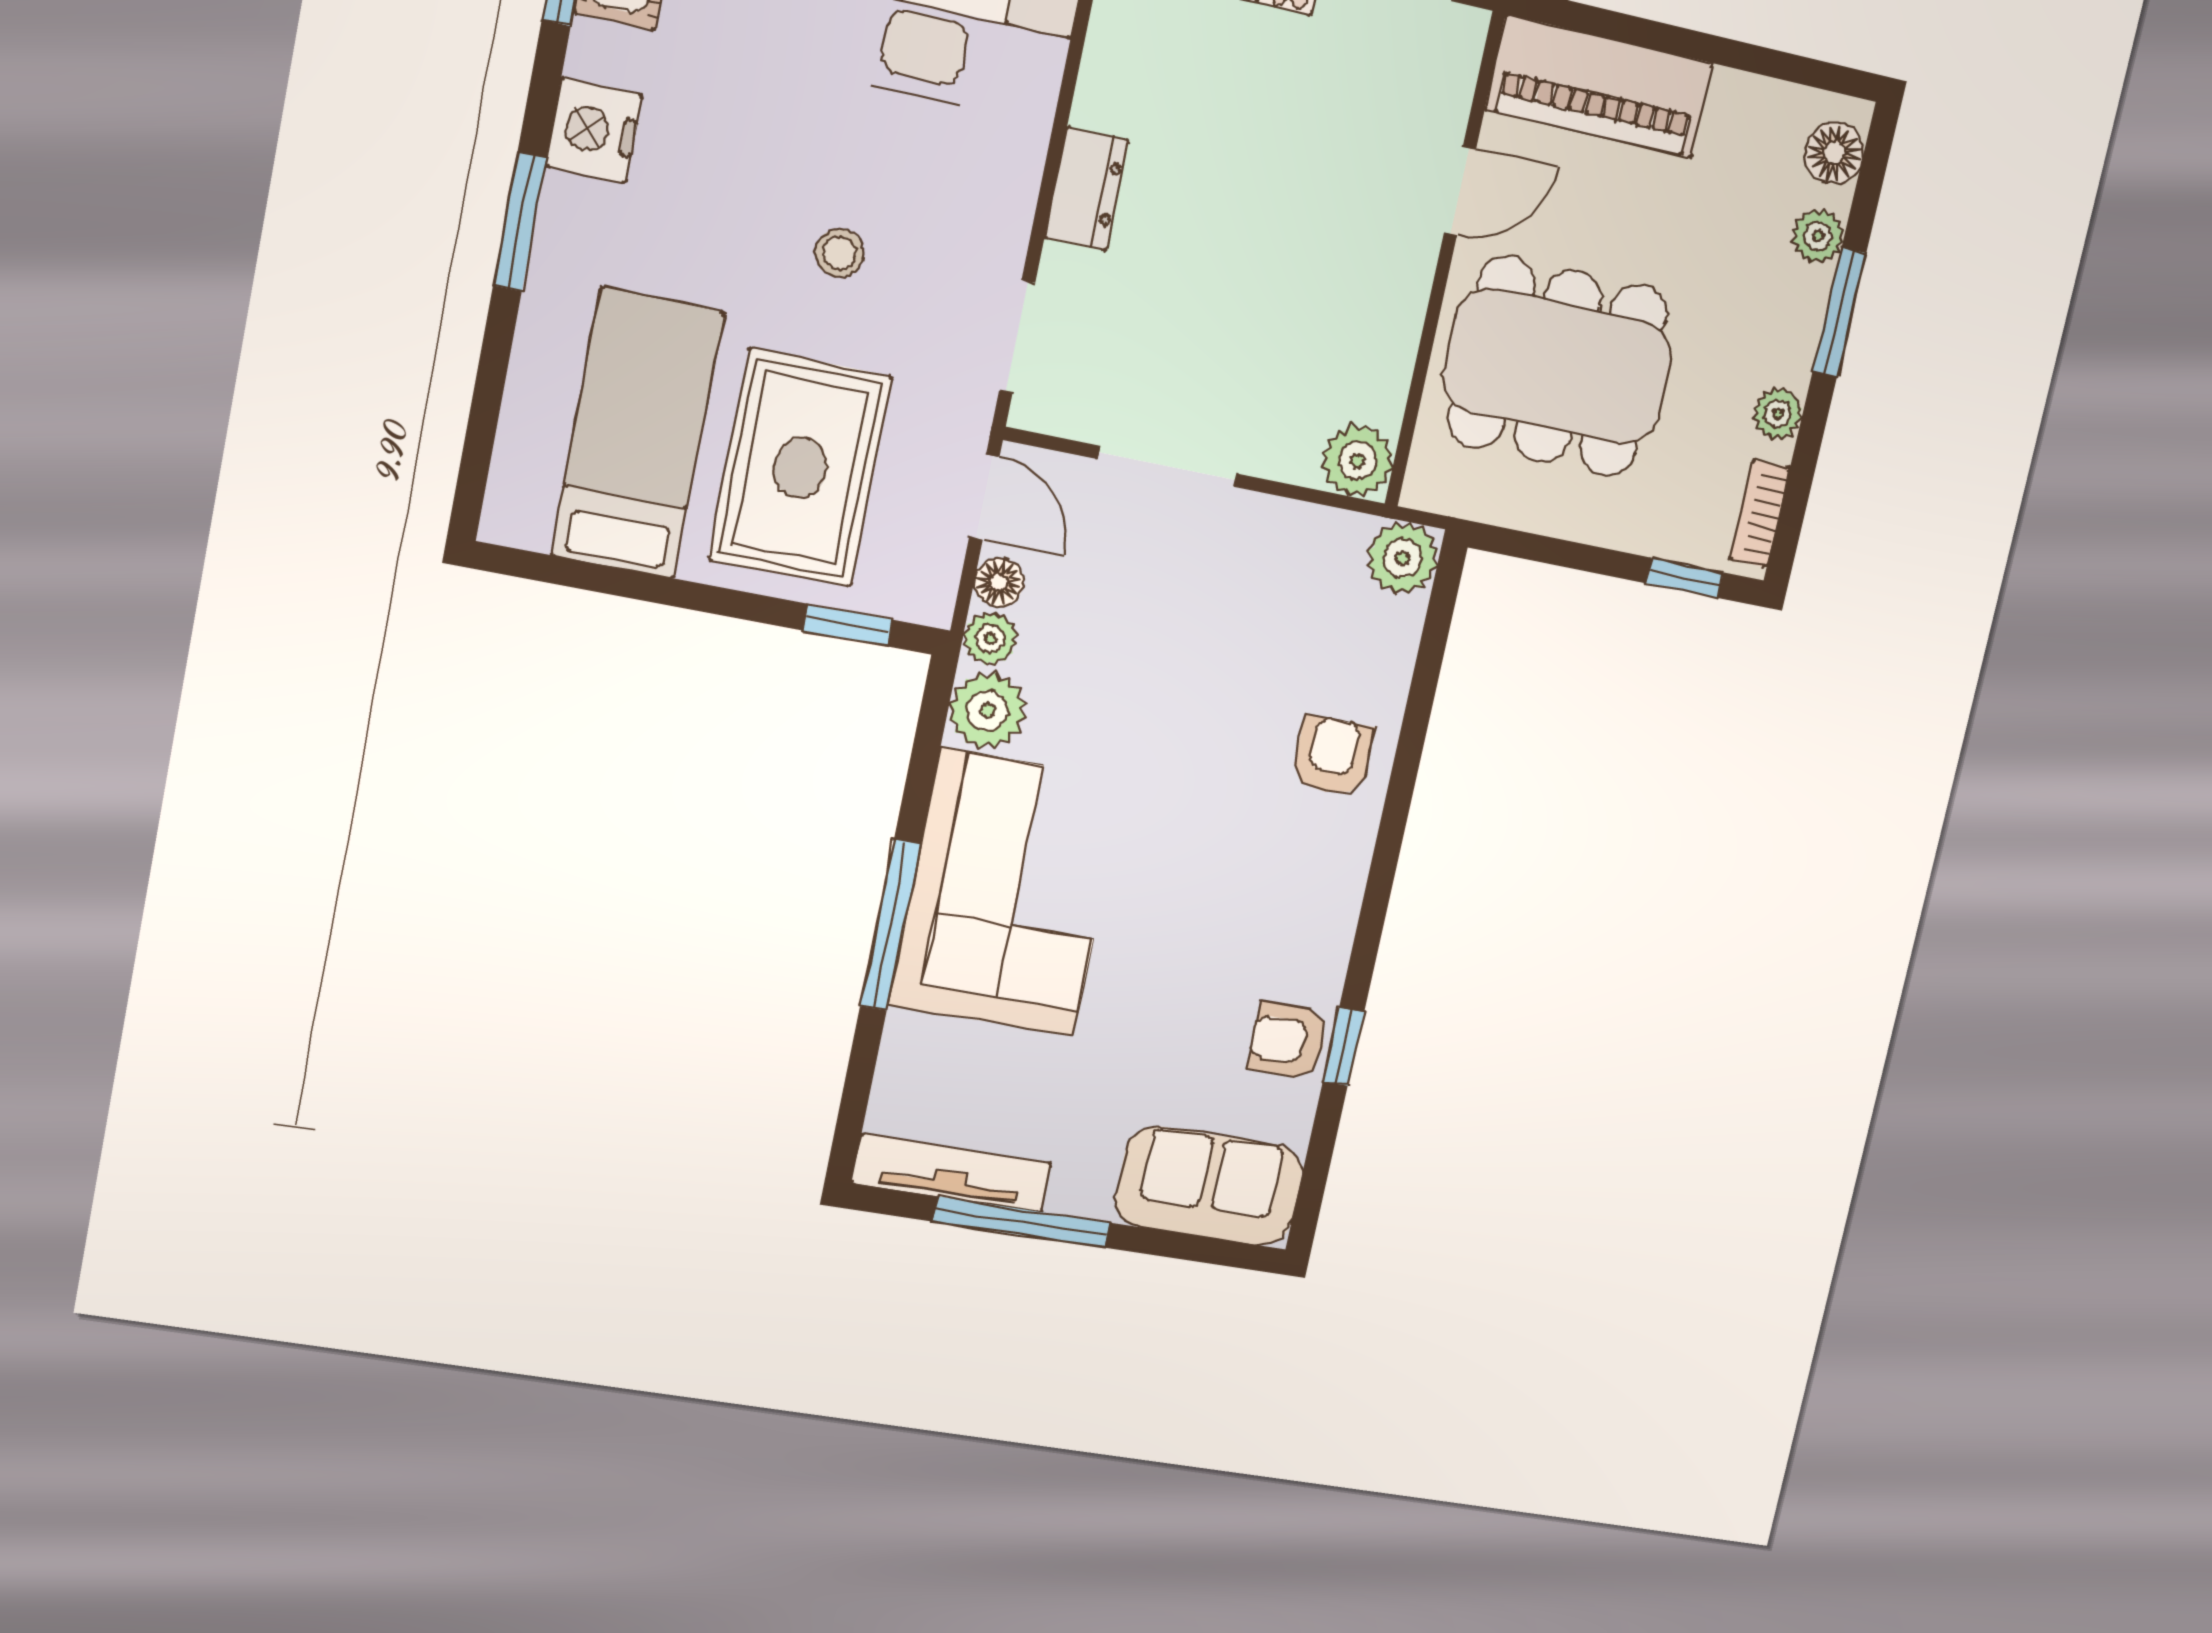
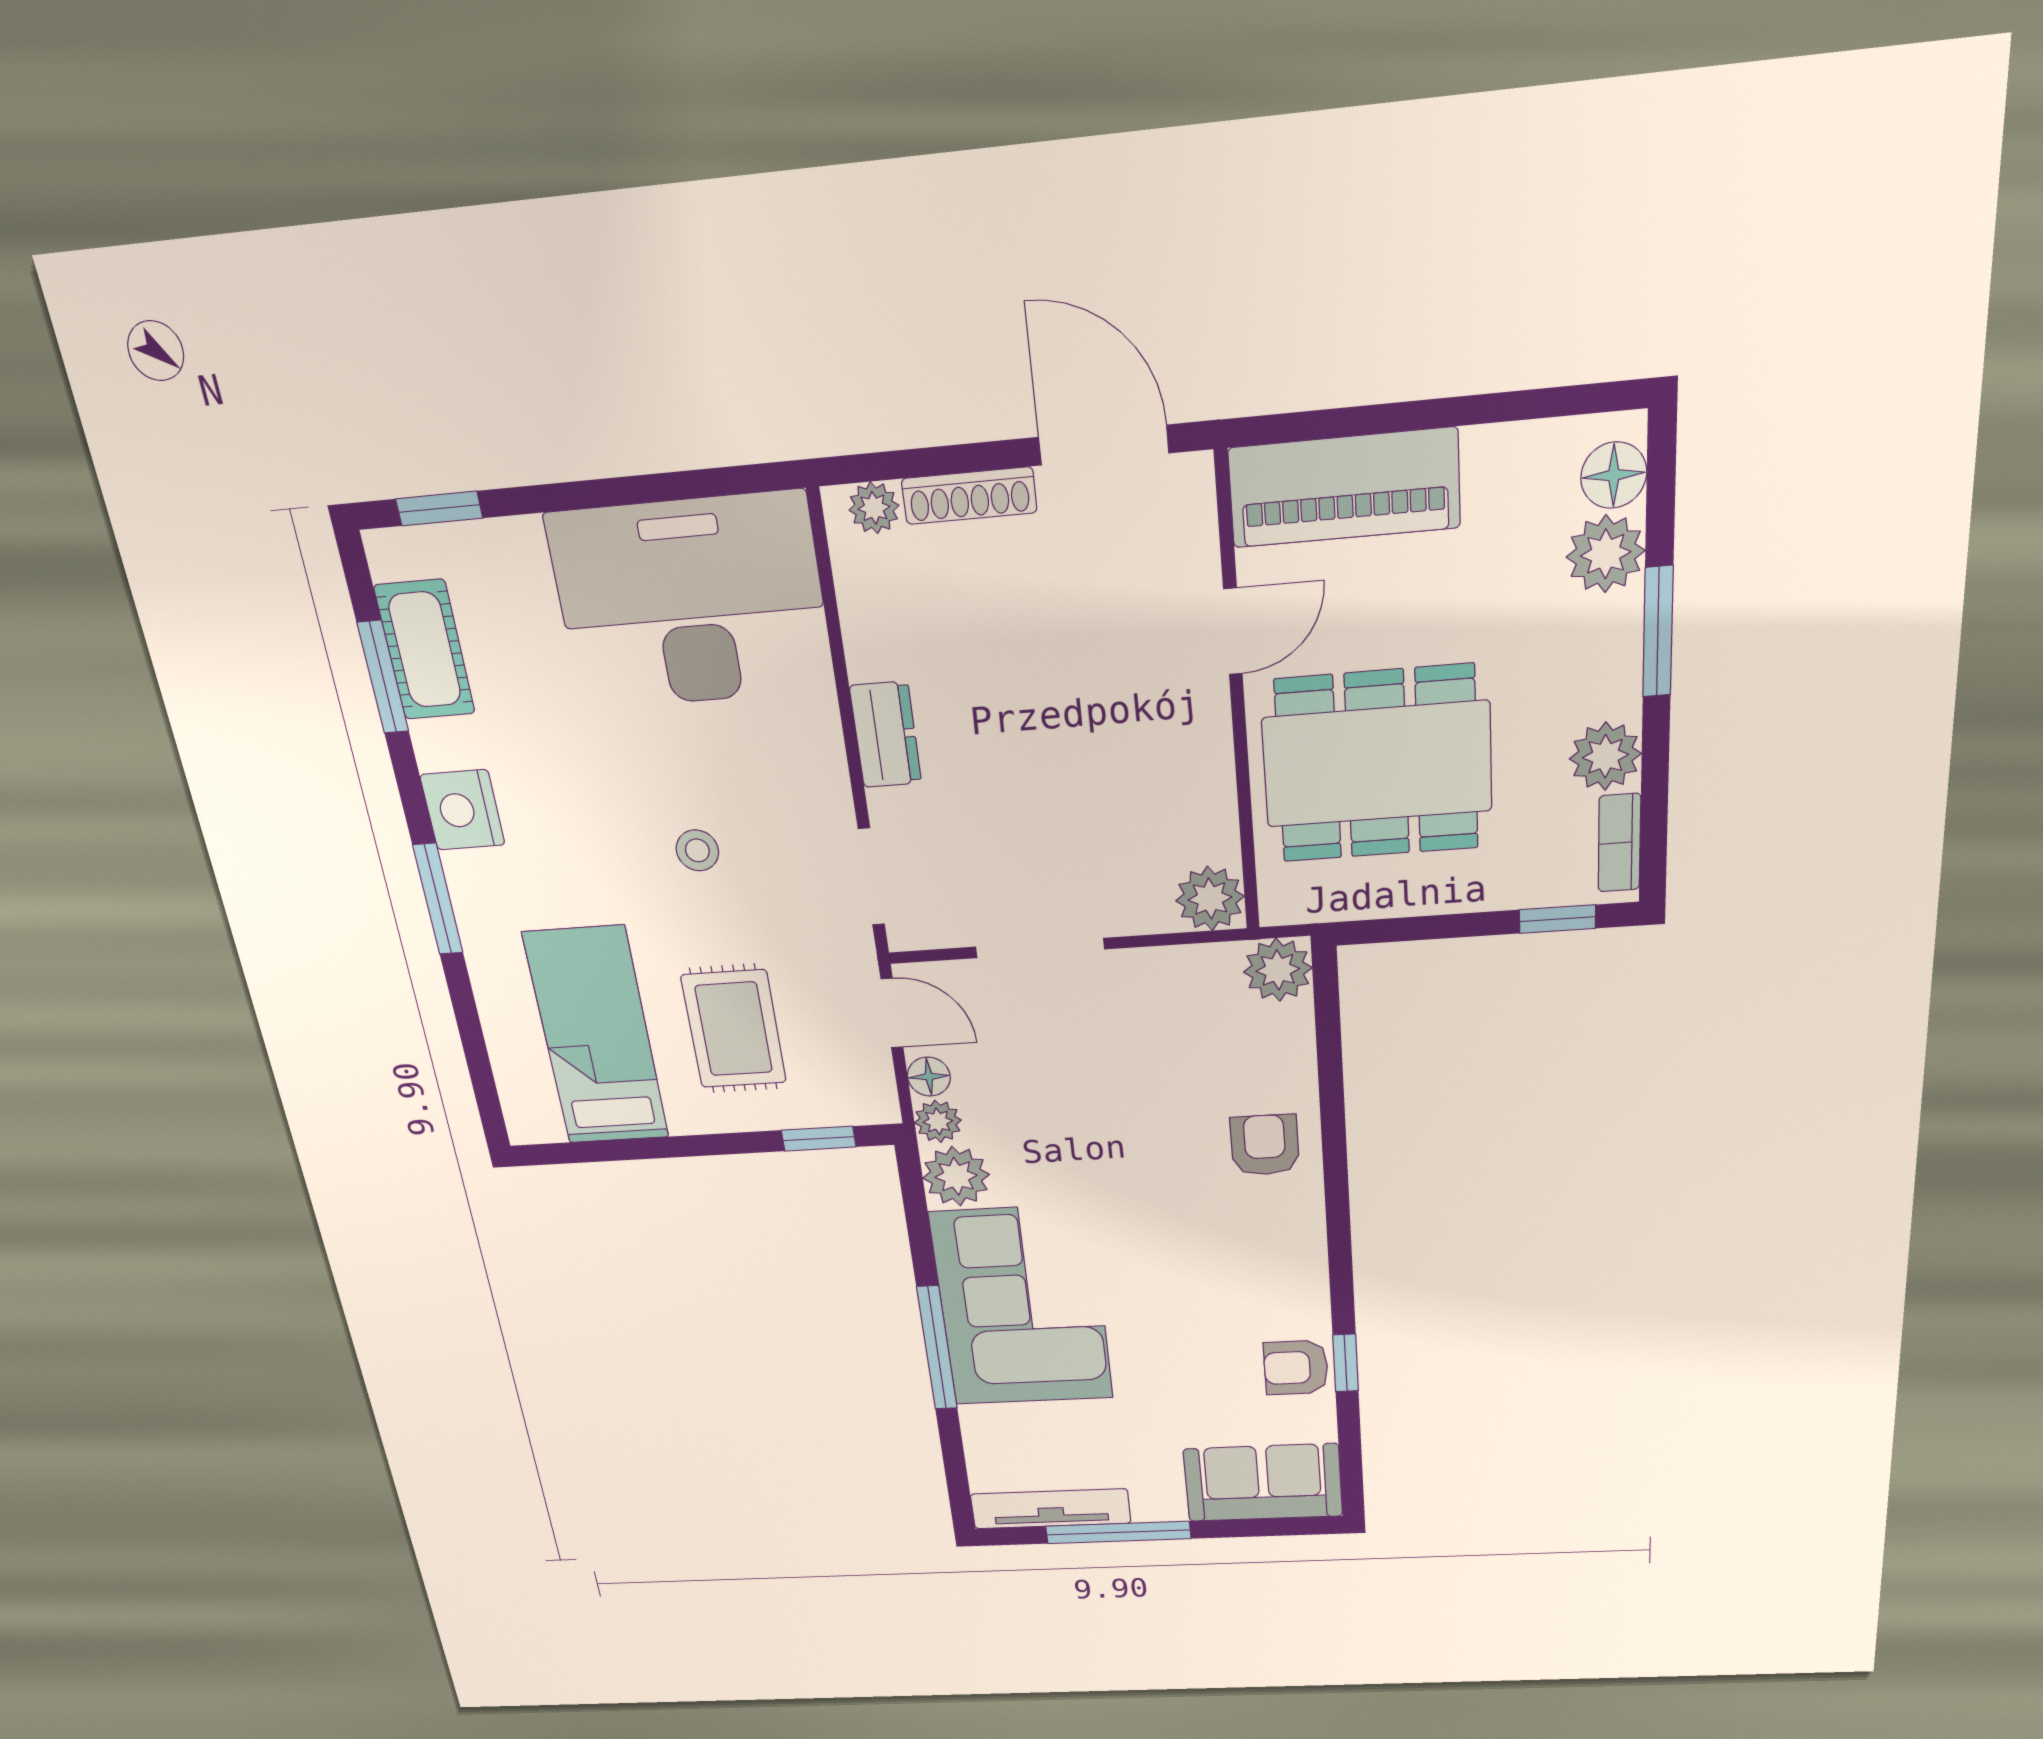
plant: (1818, 236) -> (1606, 554), width x1.38, depth x1.38
plant: (1778, 414) -> (1605, 756), width x1.38, depth x1.38
rug: (800, 468) -> (734, 1029), width x0.73, depth x0.70

